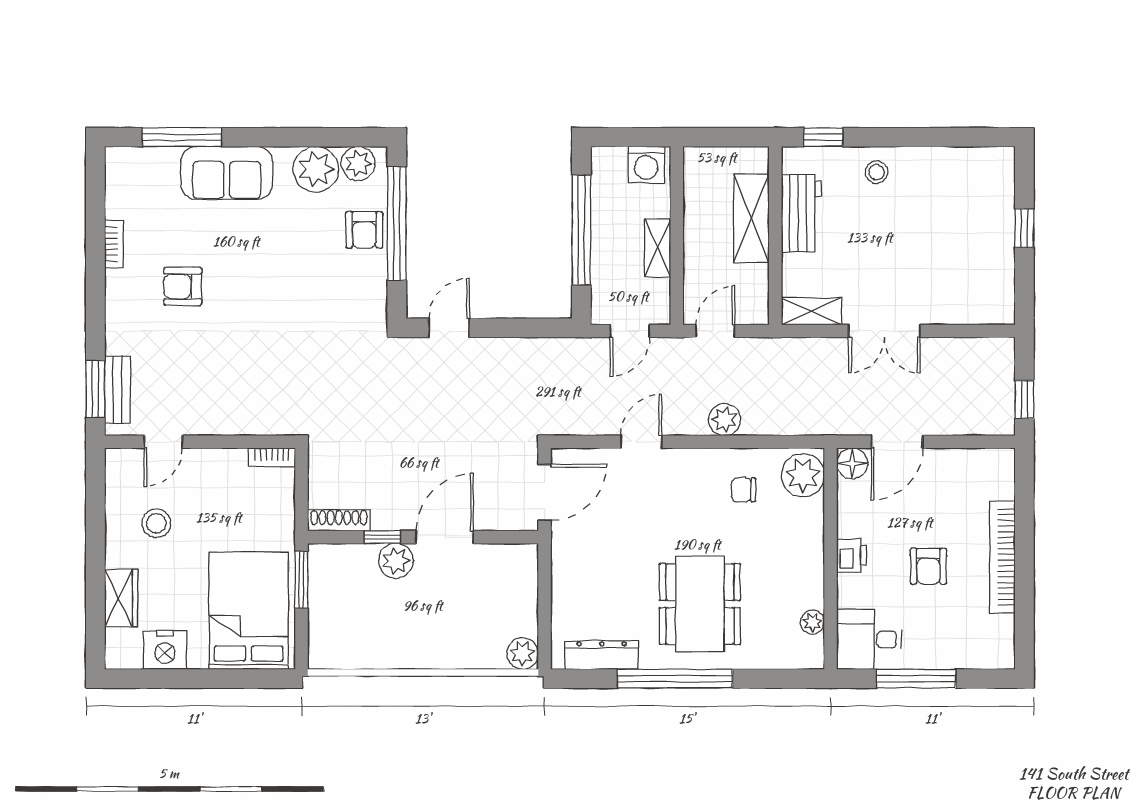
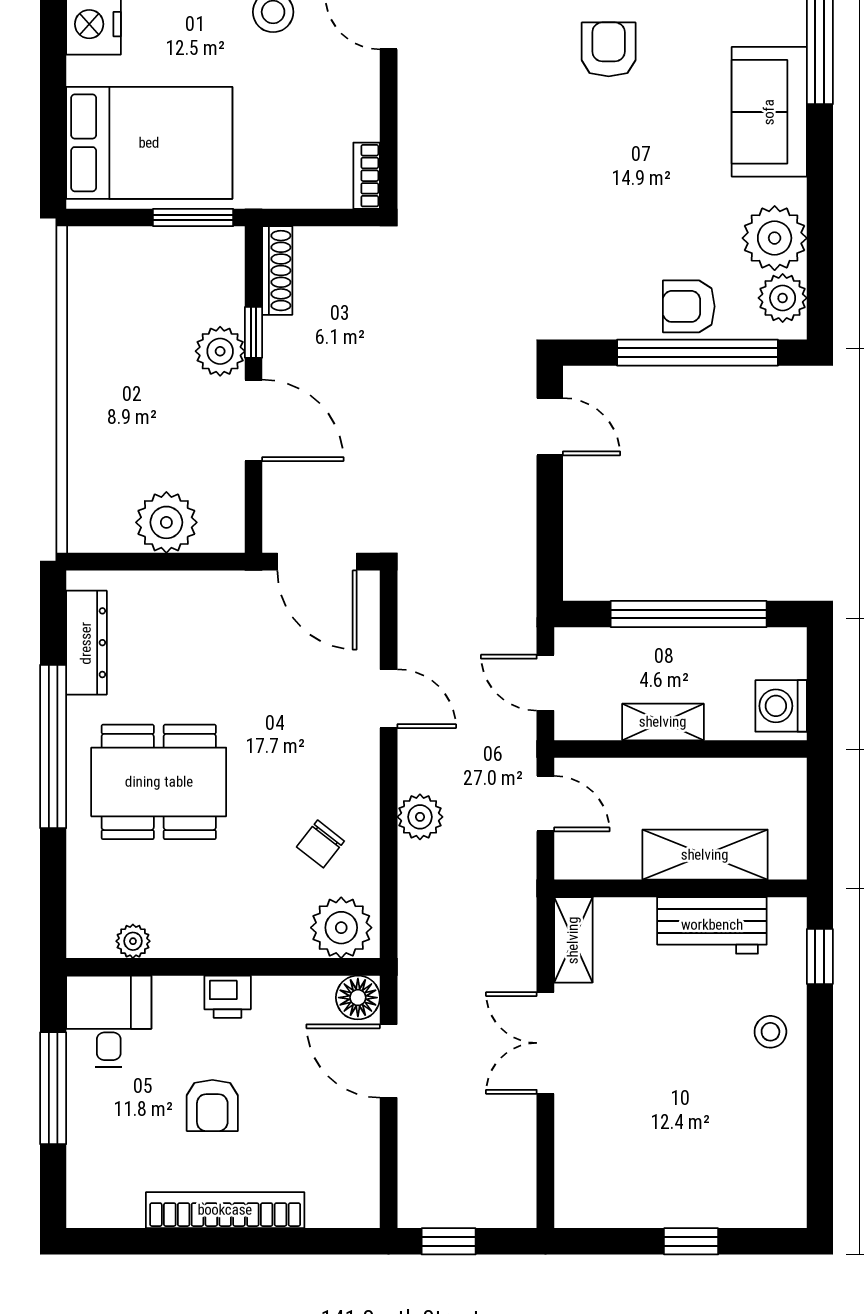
chair: (744, 490) -> (320, 844), turned -142
armchair: (928, 566) -> (212, 1105), turned -90
plant: (522, 654) -> (166, 522), moved, width x1.36, depth x1.36

